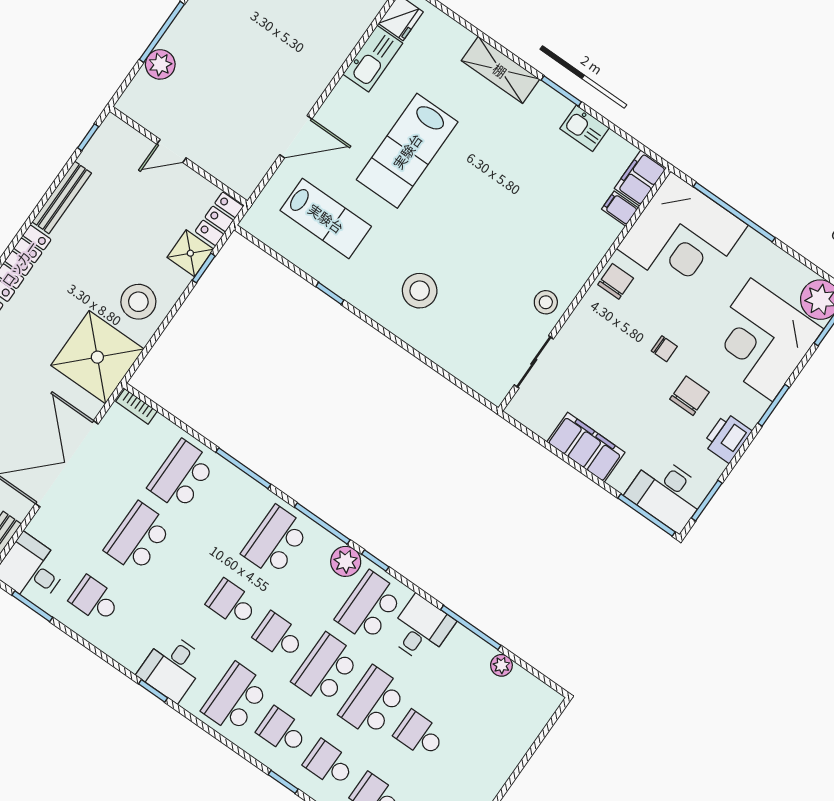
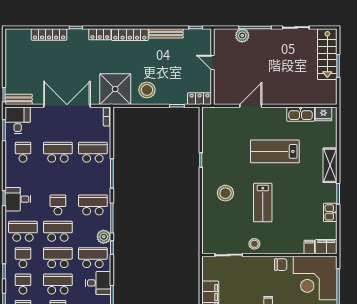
door: (296, 137) -> (251, 106), swing flipped
lab bench: (326, 218) -> (263, 203), moved
shower: (190, 253) -> (179, 97), removed
school desk: (279, 636) -> (58, 231), width x1.85

